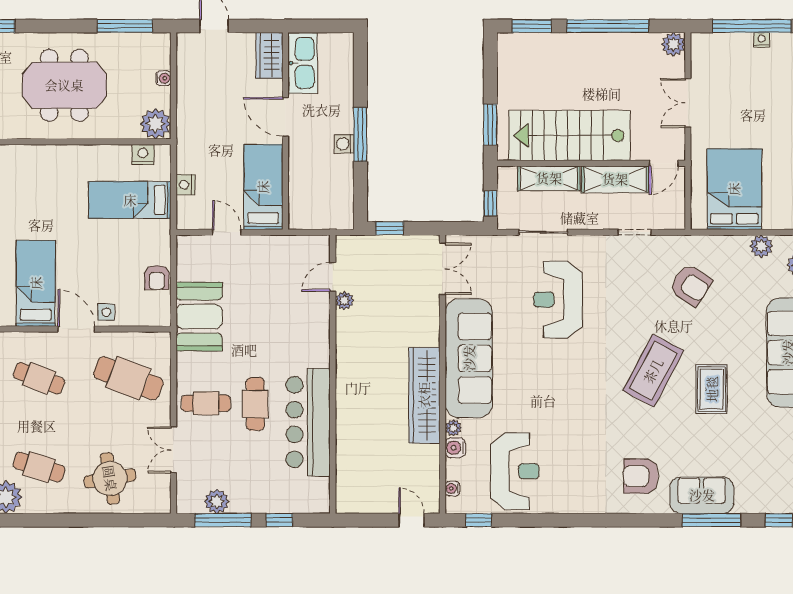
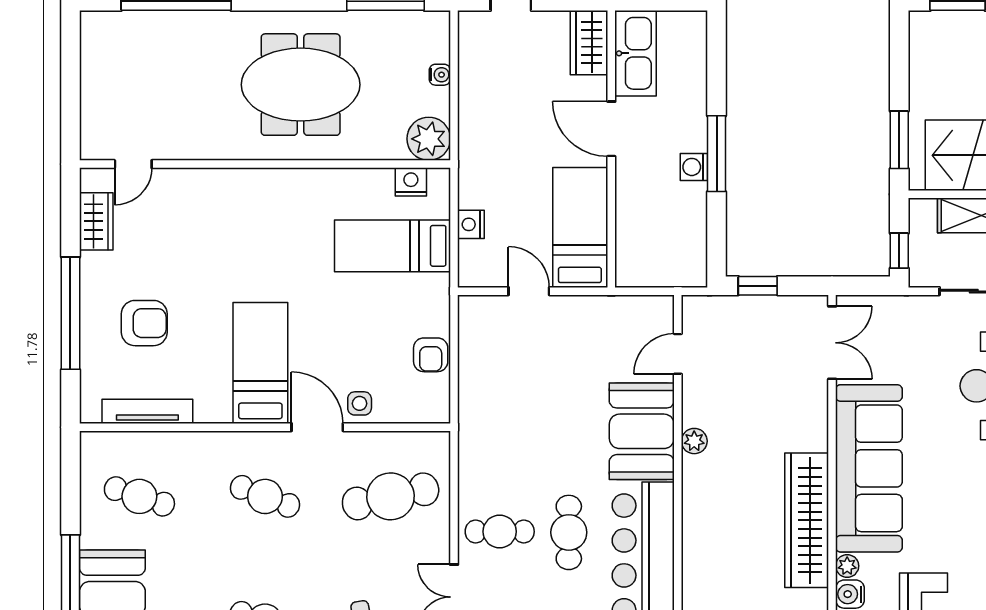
plant: (344, 301) -> (694, 441), moved
booth: (199, 317) -> (642, 431), moved
cafe table: (128, 378) -> (391, 496), turned -33

